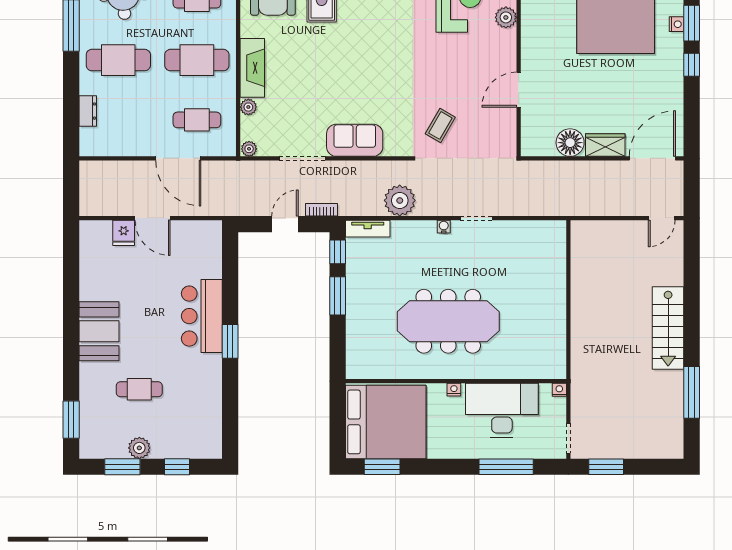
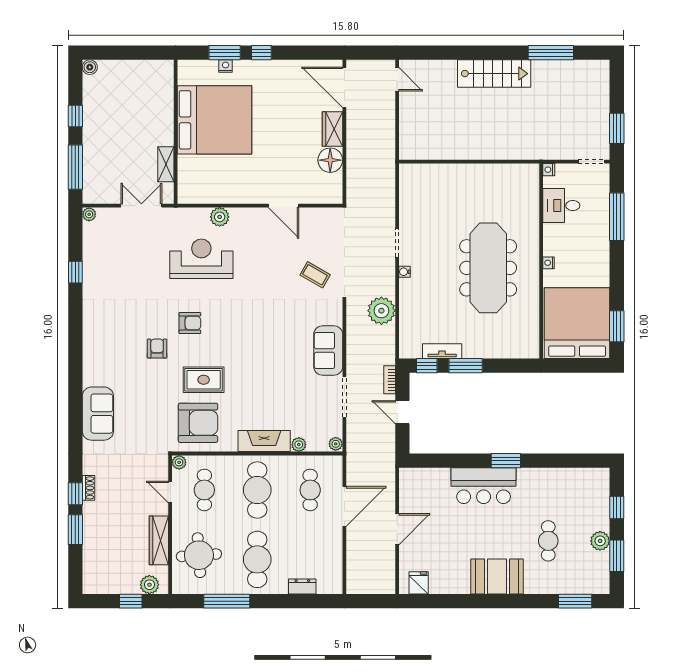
tv unit: (368, 229) -> (442, 351), moved, turned -90
fridge: (124, 233) -> (419, 583), moved, turned -90
desk: (502, 410) -> (561, 206), width x0.53, depth x0.77

